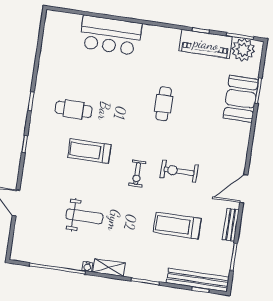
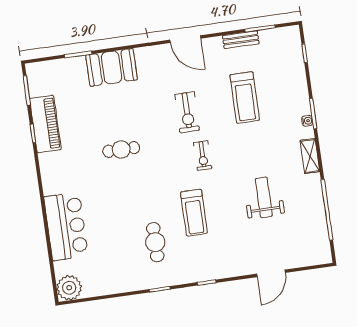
plant: (243, 50) -> (69, 288), moved
booth: (241, 99) -> (112, 67), moved
exercise bike: (137, 174) -> (203, 156), turned 90
bench: (231, 225) -> (241, 40), moved
water cooler: (87, 267) -> (307, 121), moved
bench: (198, 280) -> (295, 59), removed

